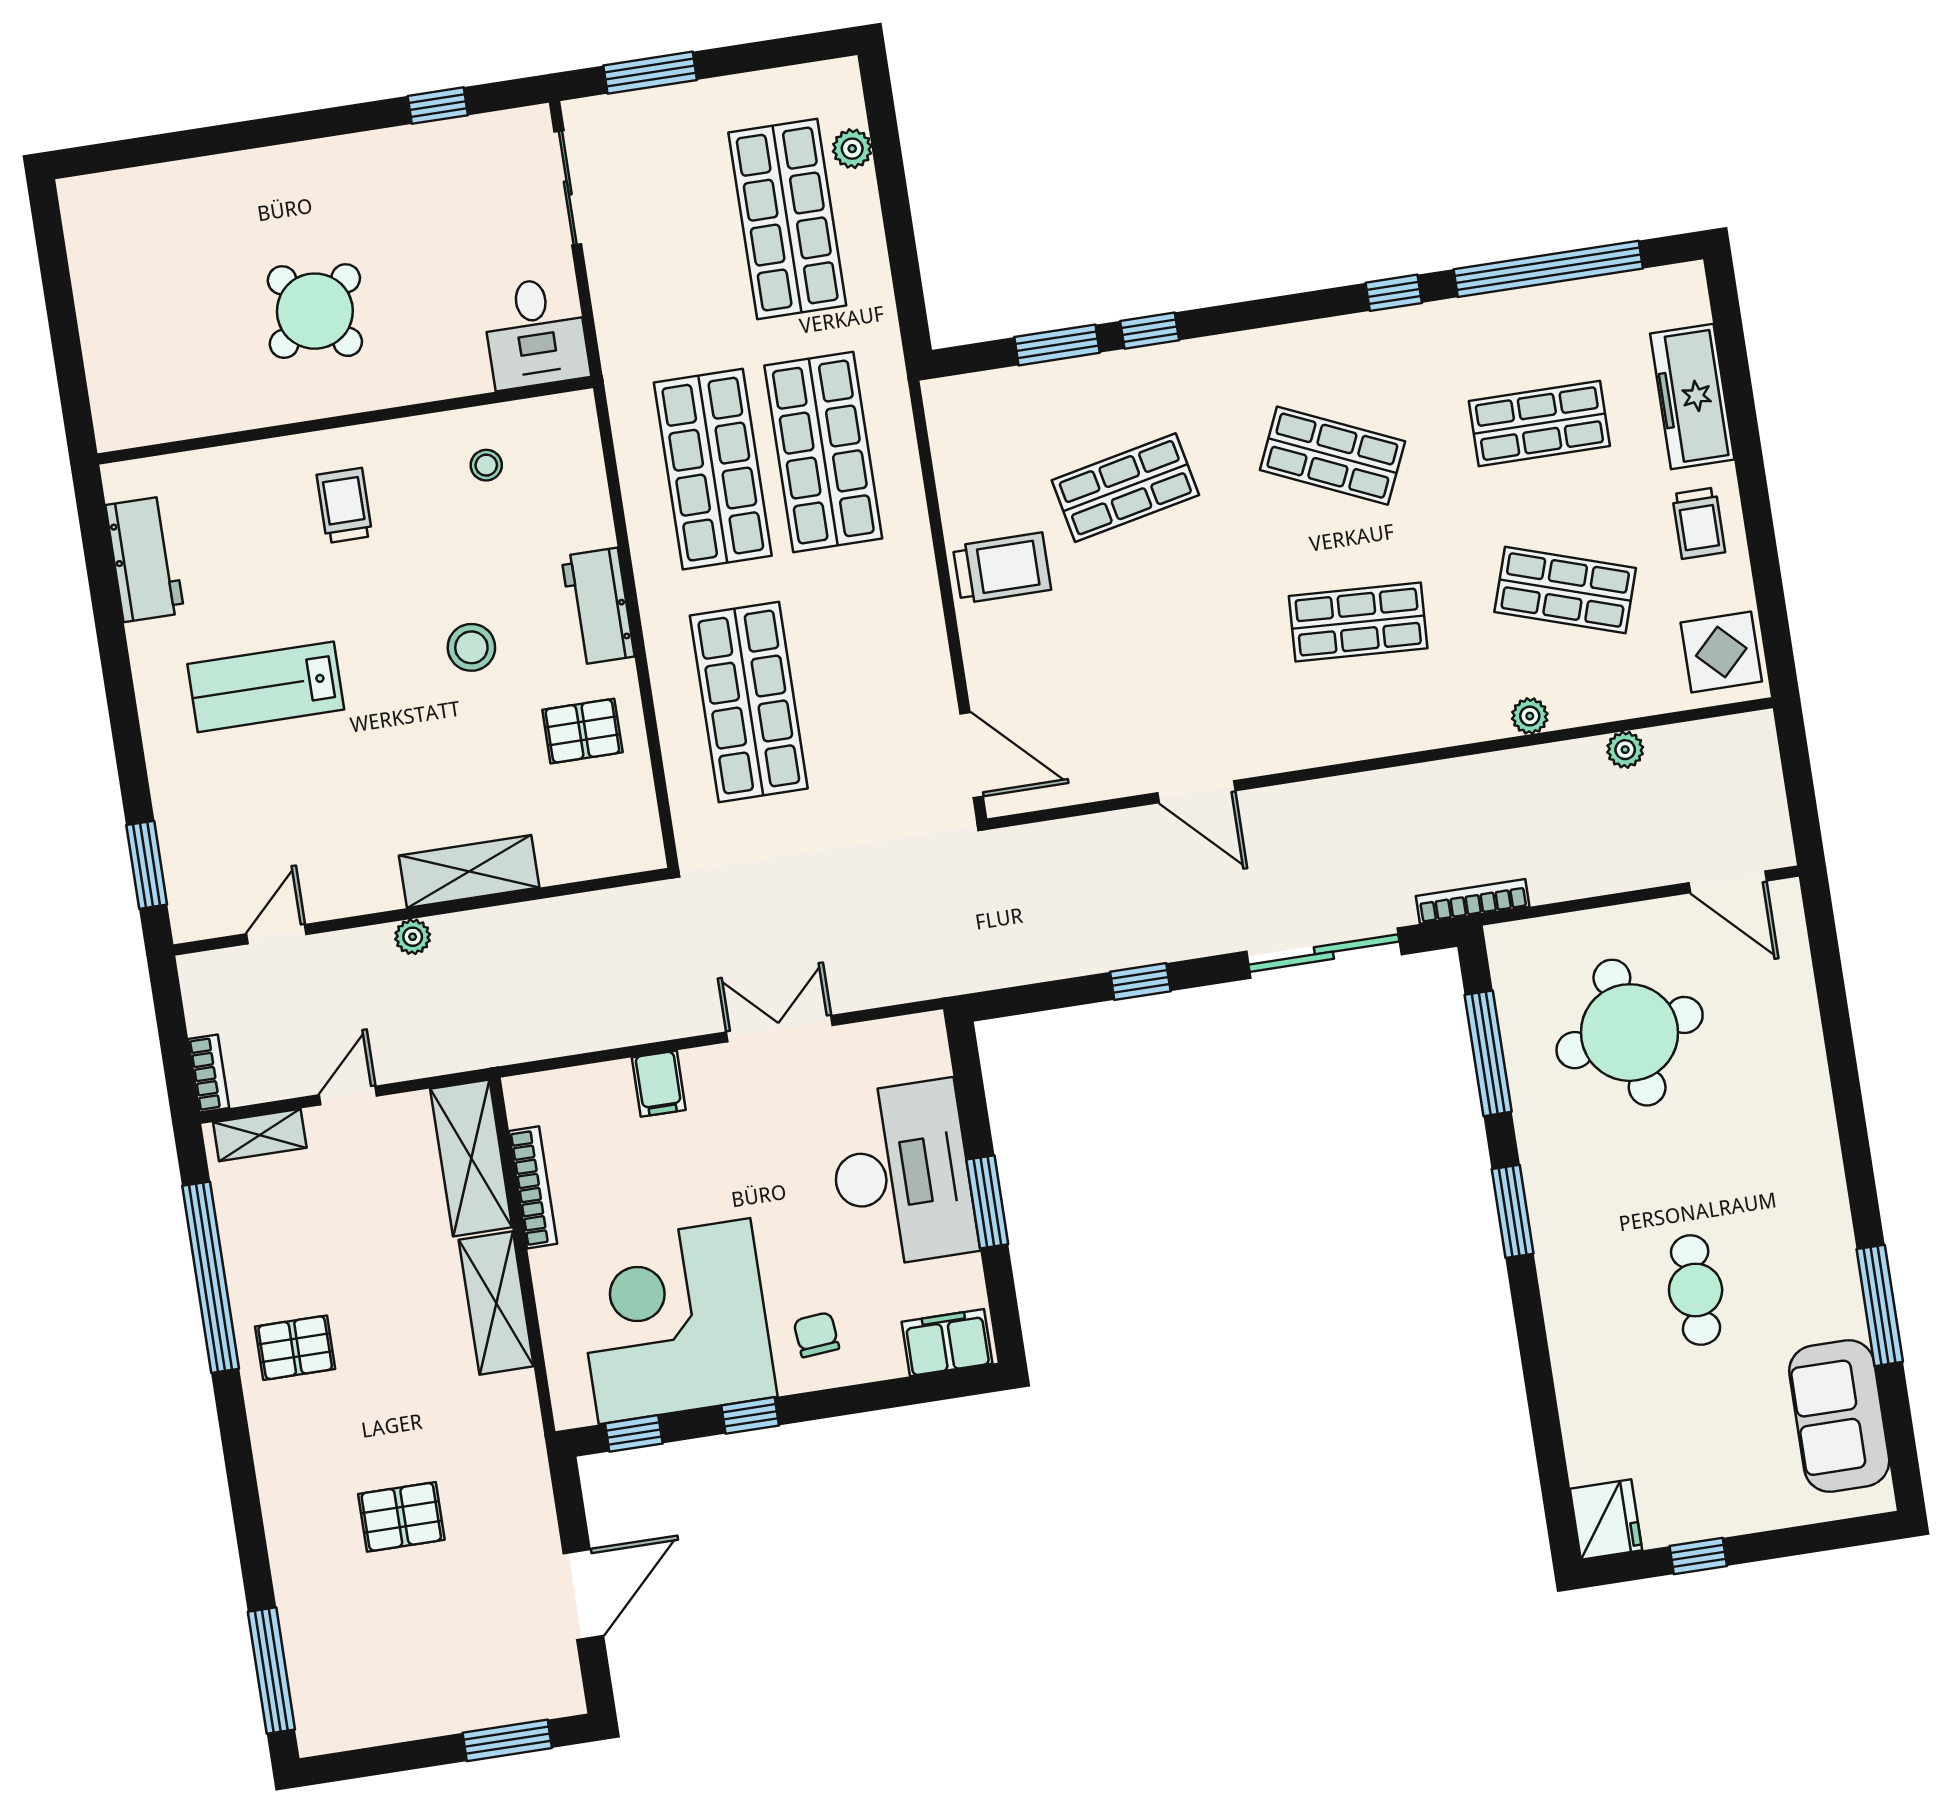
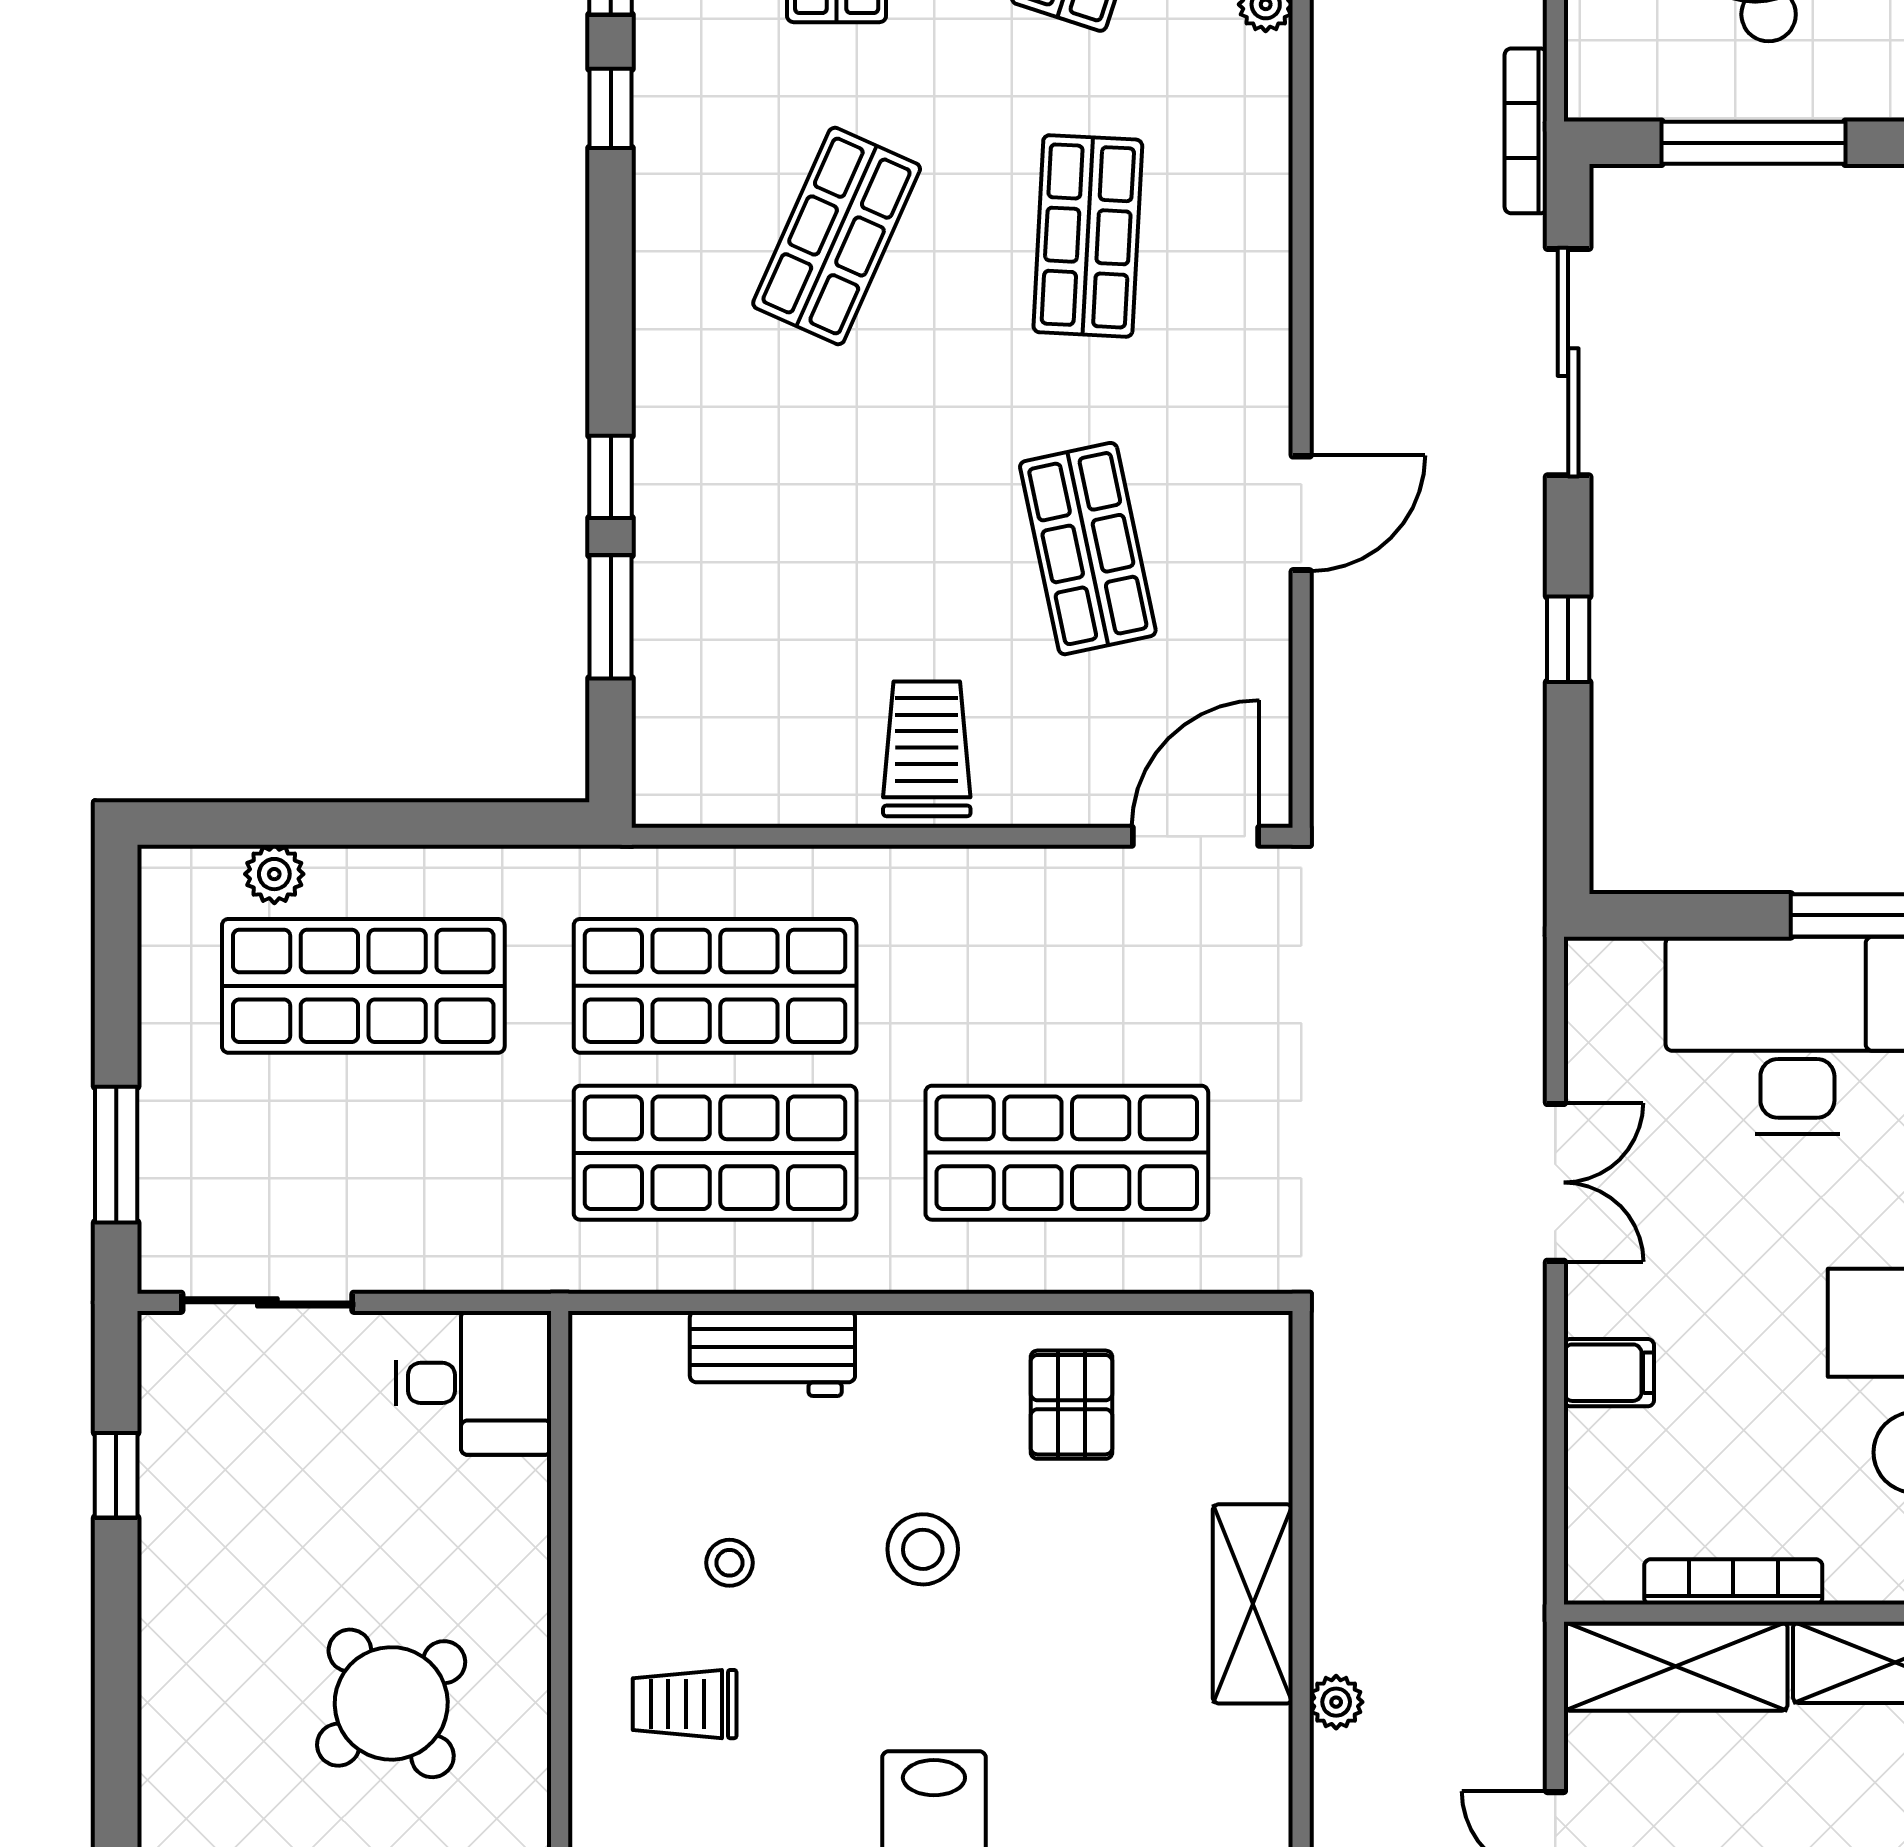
stool: (486, 465) -> (729, 1563), moved
shop shelf: (1125, 488) -> (1088, 549), moved
workbench: (598, 606) -> (772, 1353), moved
double door: (779, 1029) -> (1555, 1182), swing flipped

